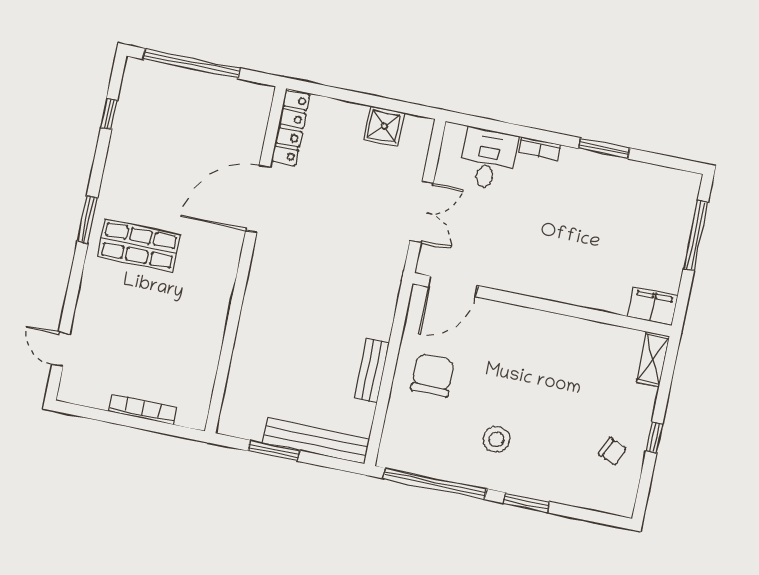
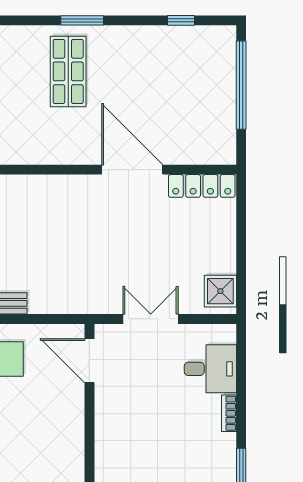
shower: (384, 126) -> (220, 291), moved
double door: (422, 212) -> (151, 319), swing flipped

